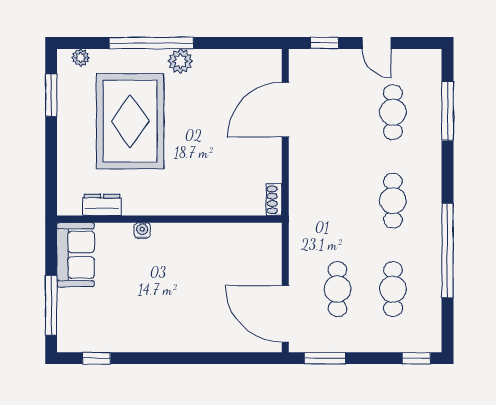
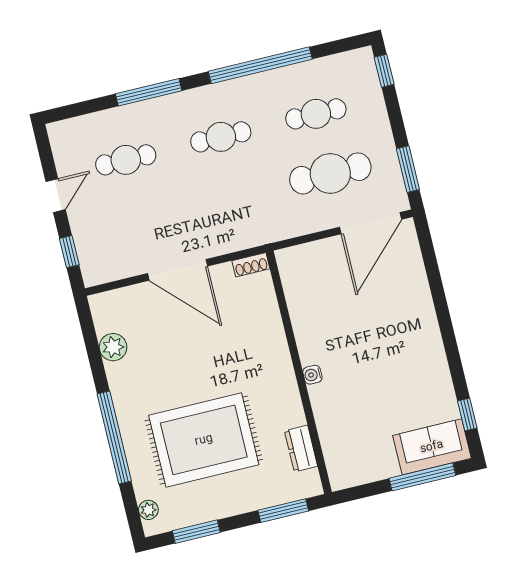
plant: (180, 61) -> (113, 347), moved
door: (285, 110) -> (178, 270), moved
window: (447, 111) -> (149, 92), moved
window: (51, 176) -> (283, 511), added
water cooler: (142, 231) -> (312, 375), moved
sofa: (76, 255) -> (432, 447), moved
cafe table: (337, 289) -> (330, 173), width x1.37, depth x1.35

